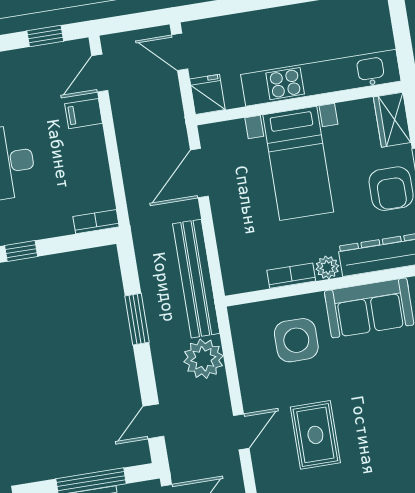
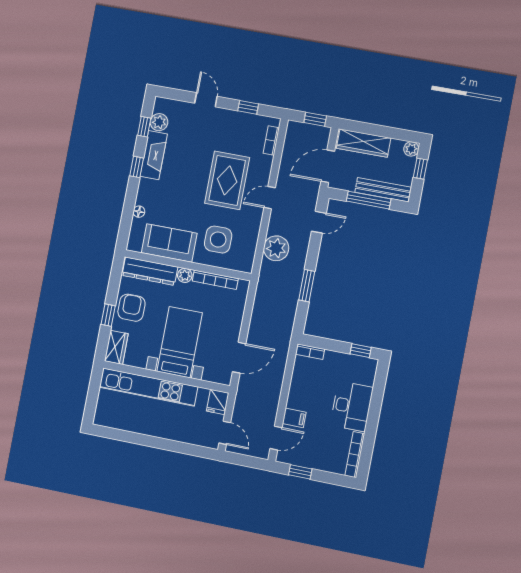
bookcase: (291, 276) -> (215, 280), width x1.56
bench: (196, 279) -> (263, 297), removed
rug: (315, 435) -> (227, 180), width x1.36, depth x1.43

